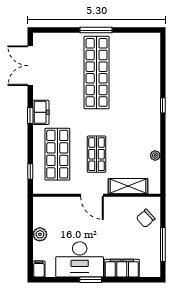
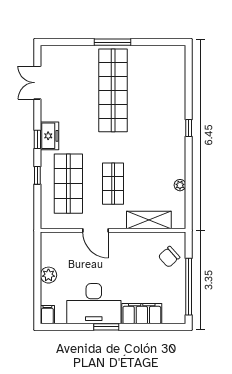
double door: (30, 66) -> (37, 83), width x0.73
window: (30, 172) -> (37, 175), moved
door: (92, 195) -> (96, 230), moved
window: (163, 245) -> (189, 287), width x1.46

